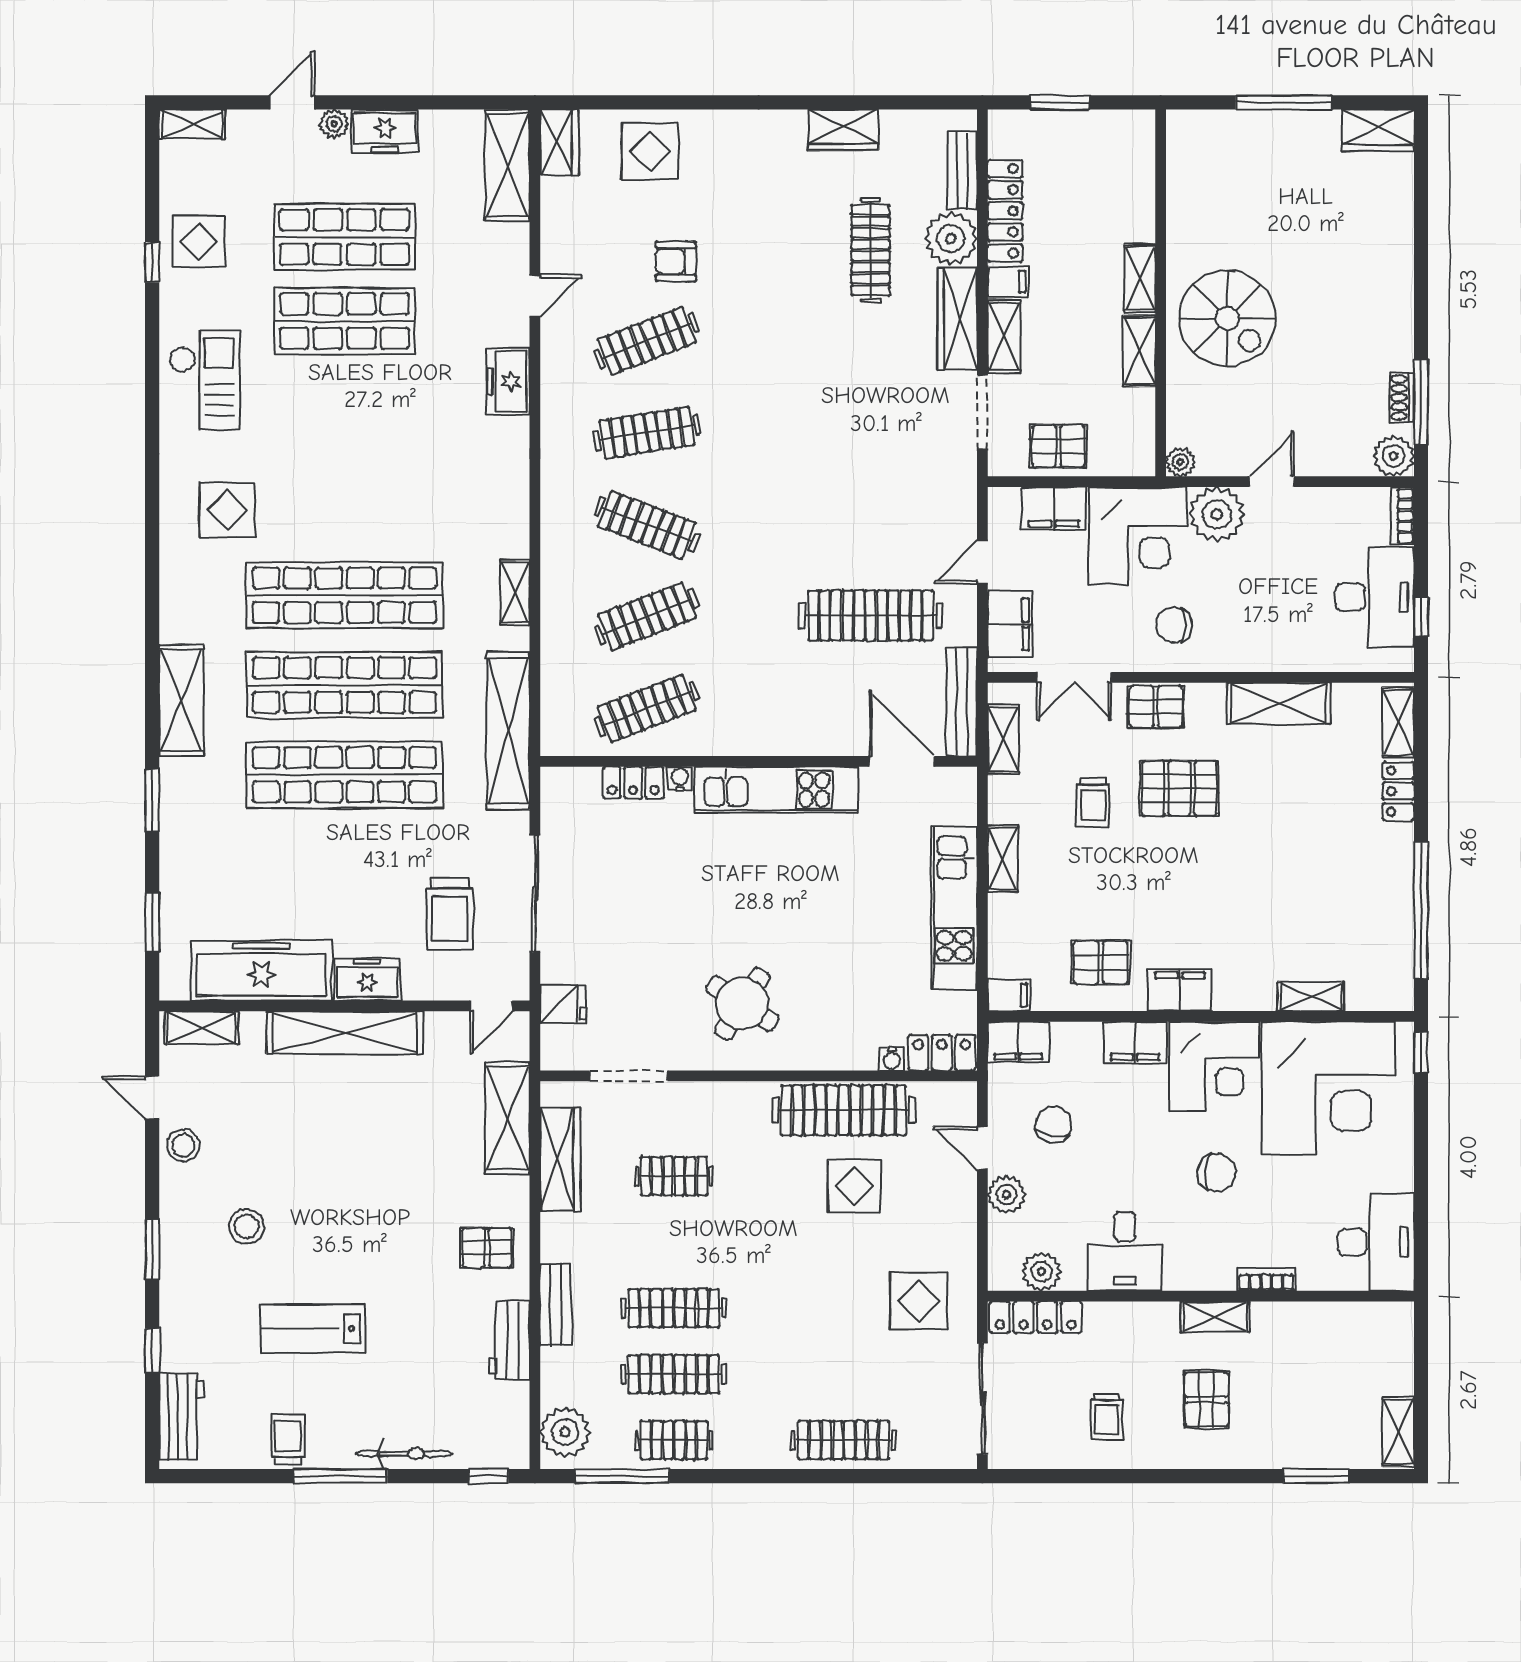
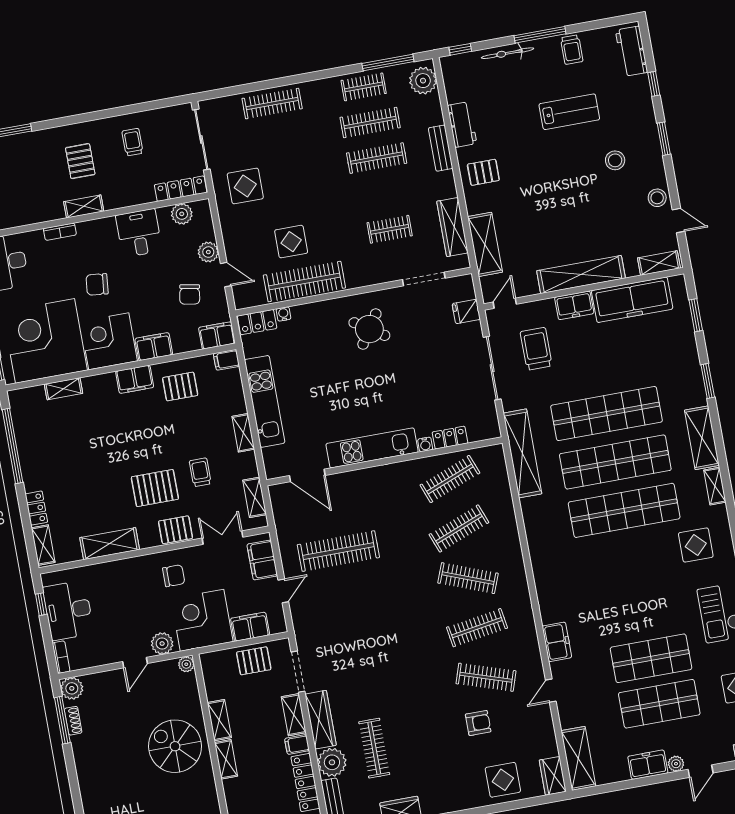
clothes rail: (647, 341) -> (486, 677), turned 39
plant: (1217, 514) -> (162, 643), width x0.73, depth x0.73
shelving: (515, 592) -> (715, 486), moved
bench: (962, 702) -> (281, 514), removed

